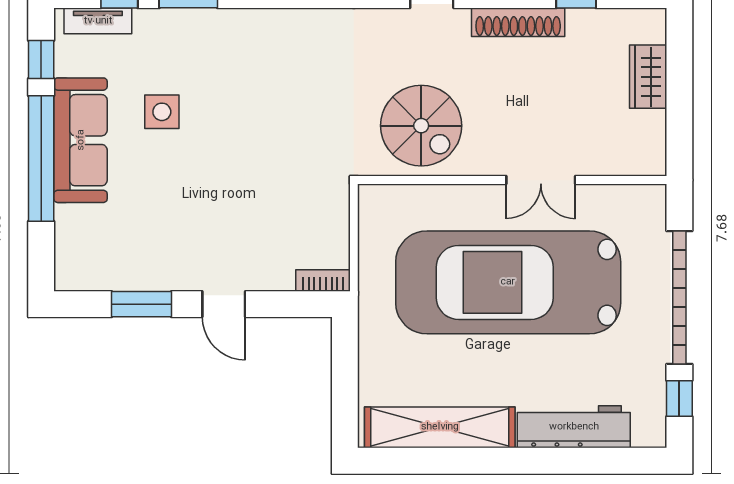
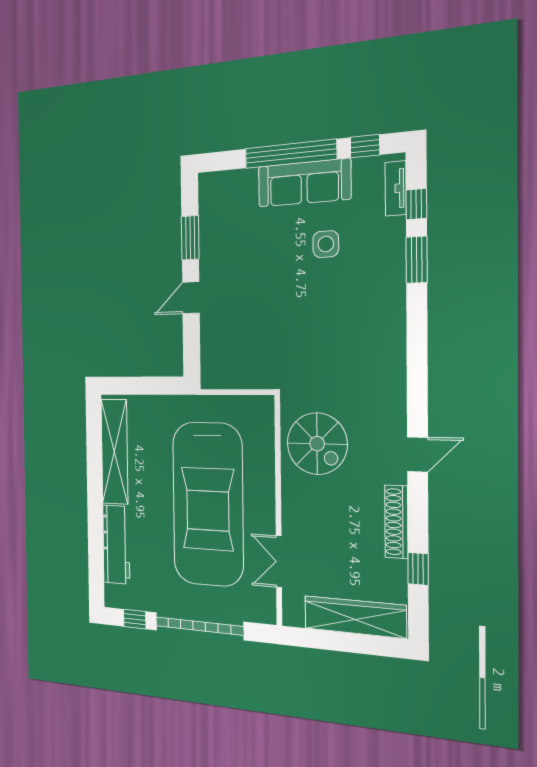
wardrobe: (648, 77) -> (355, 617), width x2.10, depth x1.17
spiral stairs: (421, 126) -> (317, 444), turned -90
double door: (541, 180) -> (279, 562), moved
bookcase: (323, 280) -> (208, 370), removed
car: (508, 282) -> (208, 504), turned 180

